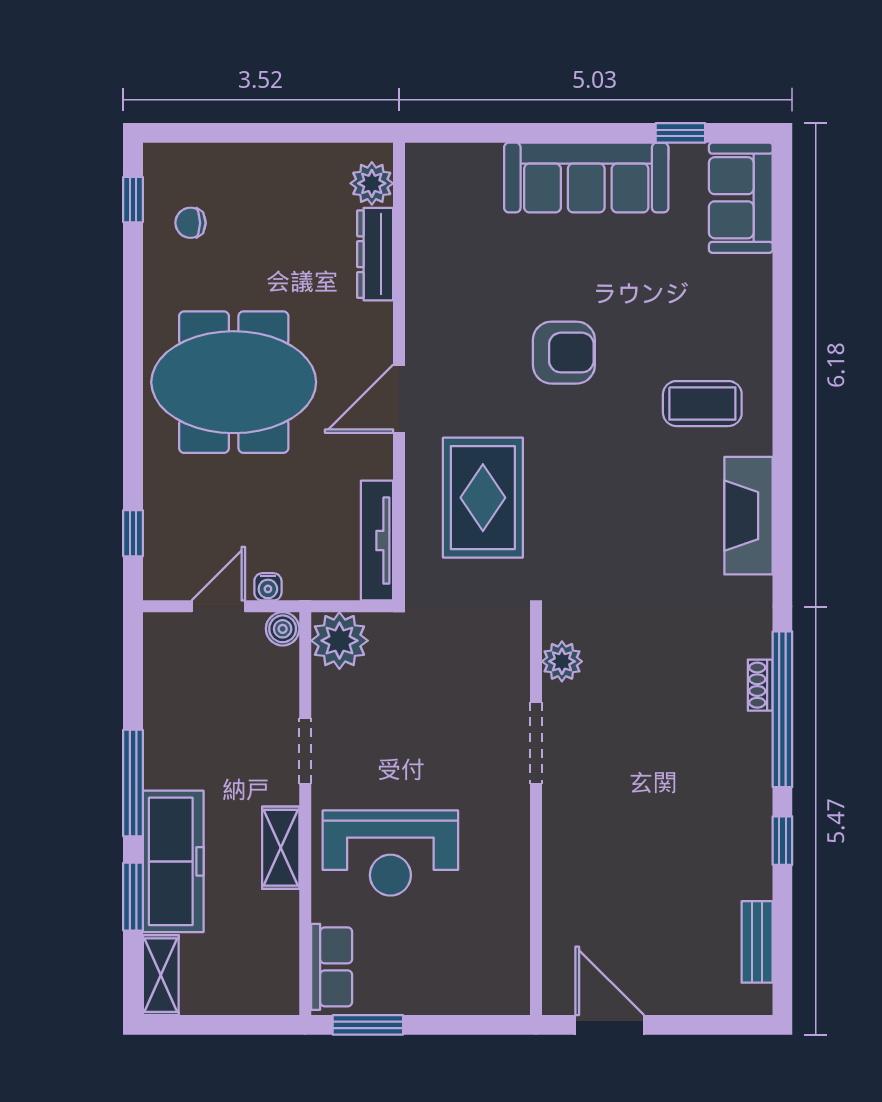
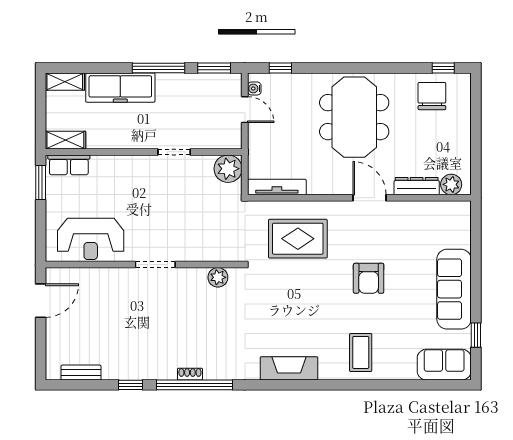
chair: (191, 223) -> (432, 96), width x1.87, depth x1.87
door: (399, 399) -> (370, 198), moved
coffee table: (702, 404) -> (361, 352), moved
water cooler: (268, 587) -> (254, 89), moved
boiler: (283, 629) -> (234, 141), removed
shoe rack: (760, 685) -> (190, 374), moved
doorway: (536, 743) -> (155, 265), moved
shelving: (281, 848) -> (65, 140), moved
reception desk: (390, 853) -> (91, 239), moved, turned -90
window: (133, 897) -> (214, 68), moved

